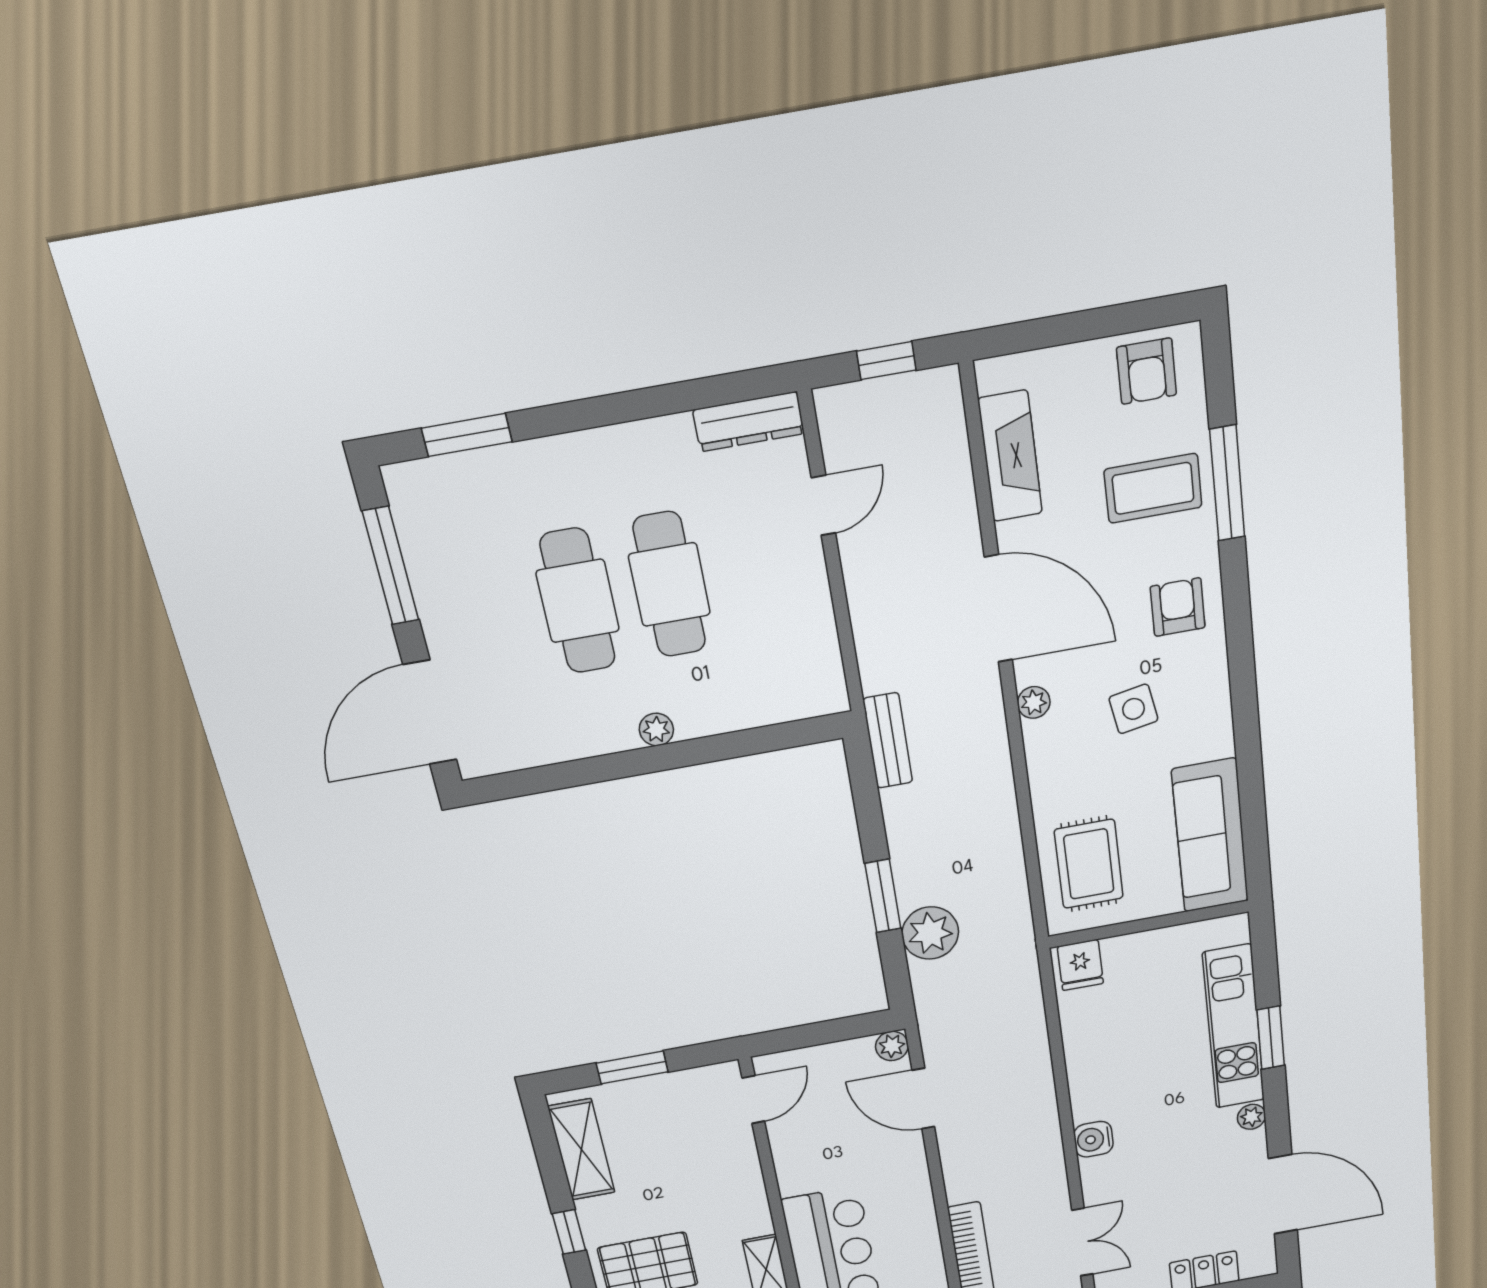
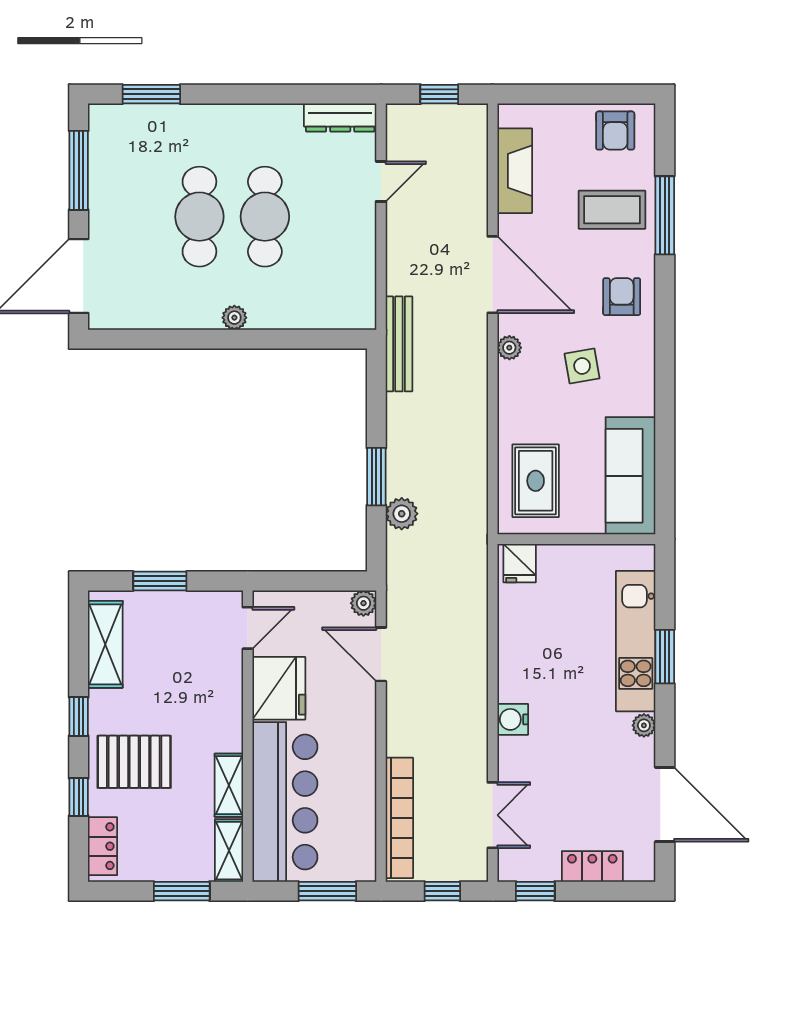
bench: (888, 741) -> (399, 344), width x1.36
plant: (930, 933) -> (402, 514), width x0.73, depth x0.73
fridge: (805, 1158) -> (279, 688), added

